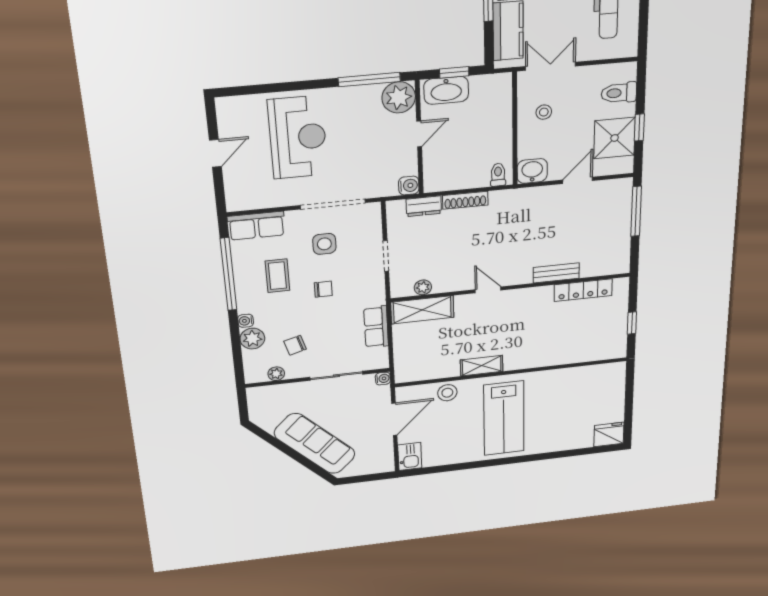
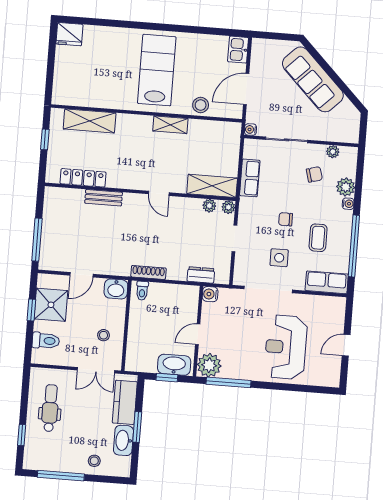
shoe rack: (465, 200) -> (148, 272), moved
plant: (398, 290) -> (228, 207), added
shelving: (579, 352) -> (90, 121), added

